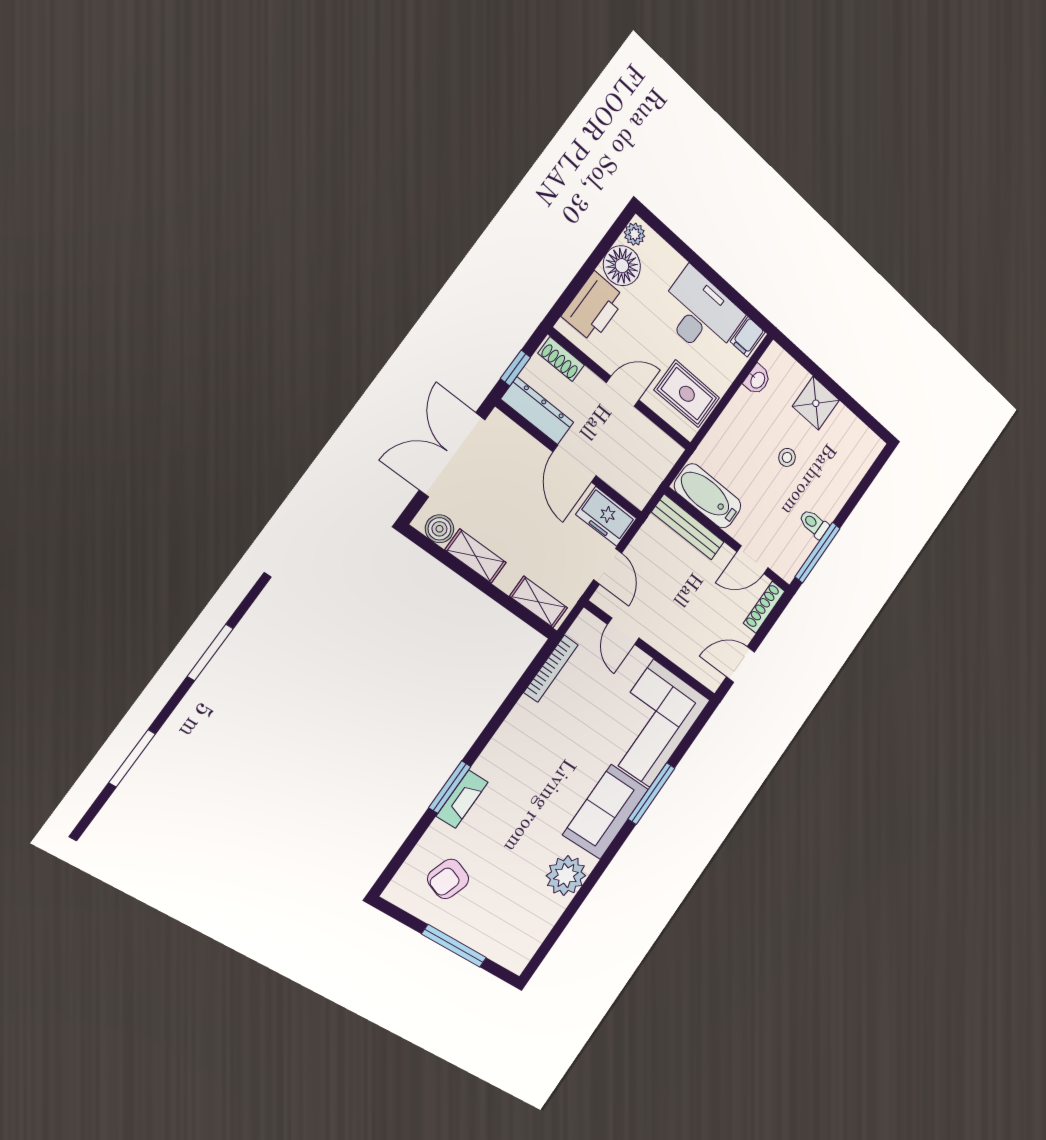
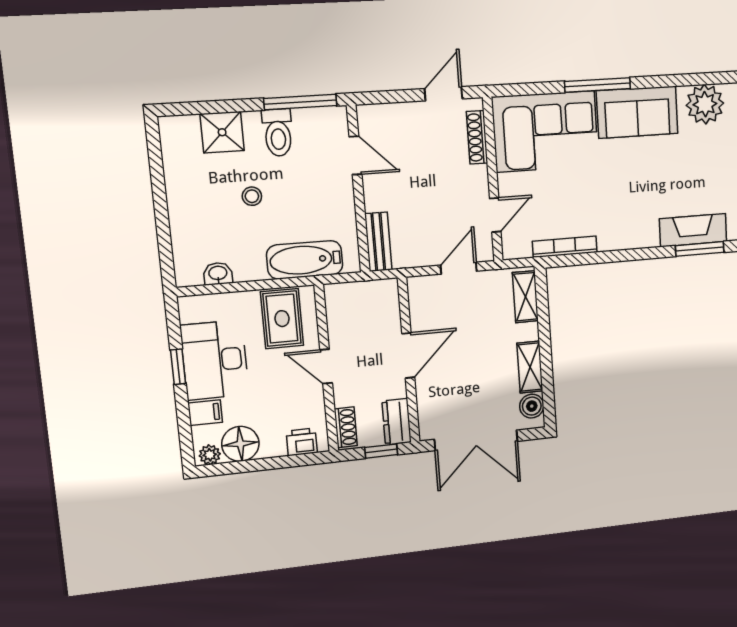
window: (719, 282) -> (178, 367), added
printer: (594, 307) -> (302, 442), width x0.53, depth x0.68
filing cabinet: (748, 337) -> (205, 413), moved
shower: (816, 403) -> (222, 132), moved
dresser: (537, 411) -> (397, 422), width x0.70
bathtub: (708, 496) -> (305, 260), moved, turned 90
freezer: (606, 516) -> (424, 300), removed
toilet: (814, 524) -> (278, 133), width x1.37, depth x1.39
bench: (688, 527) -> (378, 242), width x0.73
shoe rack: (764, 607) -> (477, 137), moved, turned 90
door: (740, 664) -> (444, 94), swing flipped
fireplace: (462, 799) -> (693, 230), width x1.37, depth x1.32

